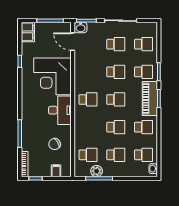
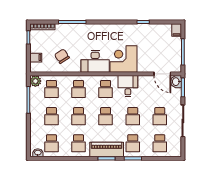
filing cabinet: (28, 32) -> (177, 30), width x0.50
door: (73, 42) -> (162, 74), swing flipped
corner desk: (53, 76) -> (123, 59), width x0.74, depth x0.74
desk: (85, 77) -> (128, 86), added
school desk: (88, 127) -> (79, 89), added
plant: (97, 171) -> (35, 81), moved

